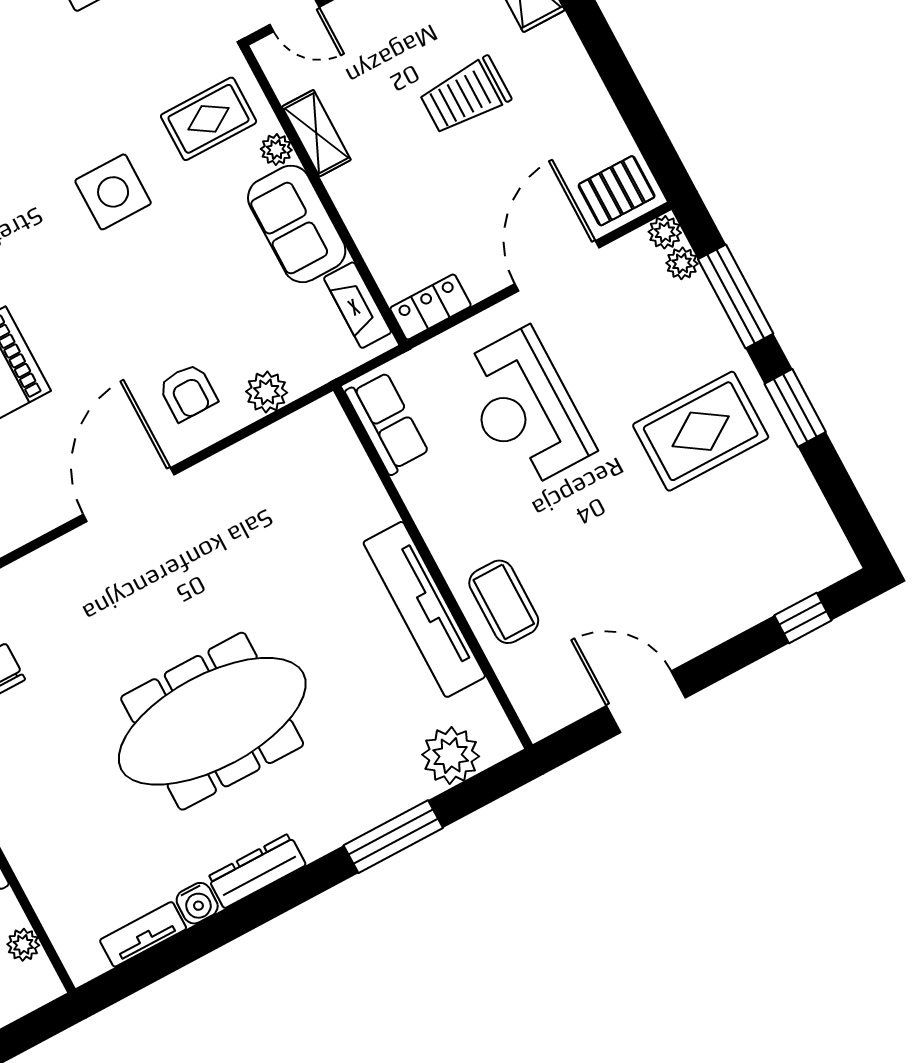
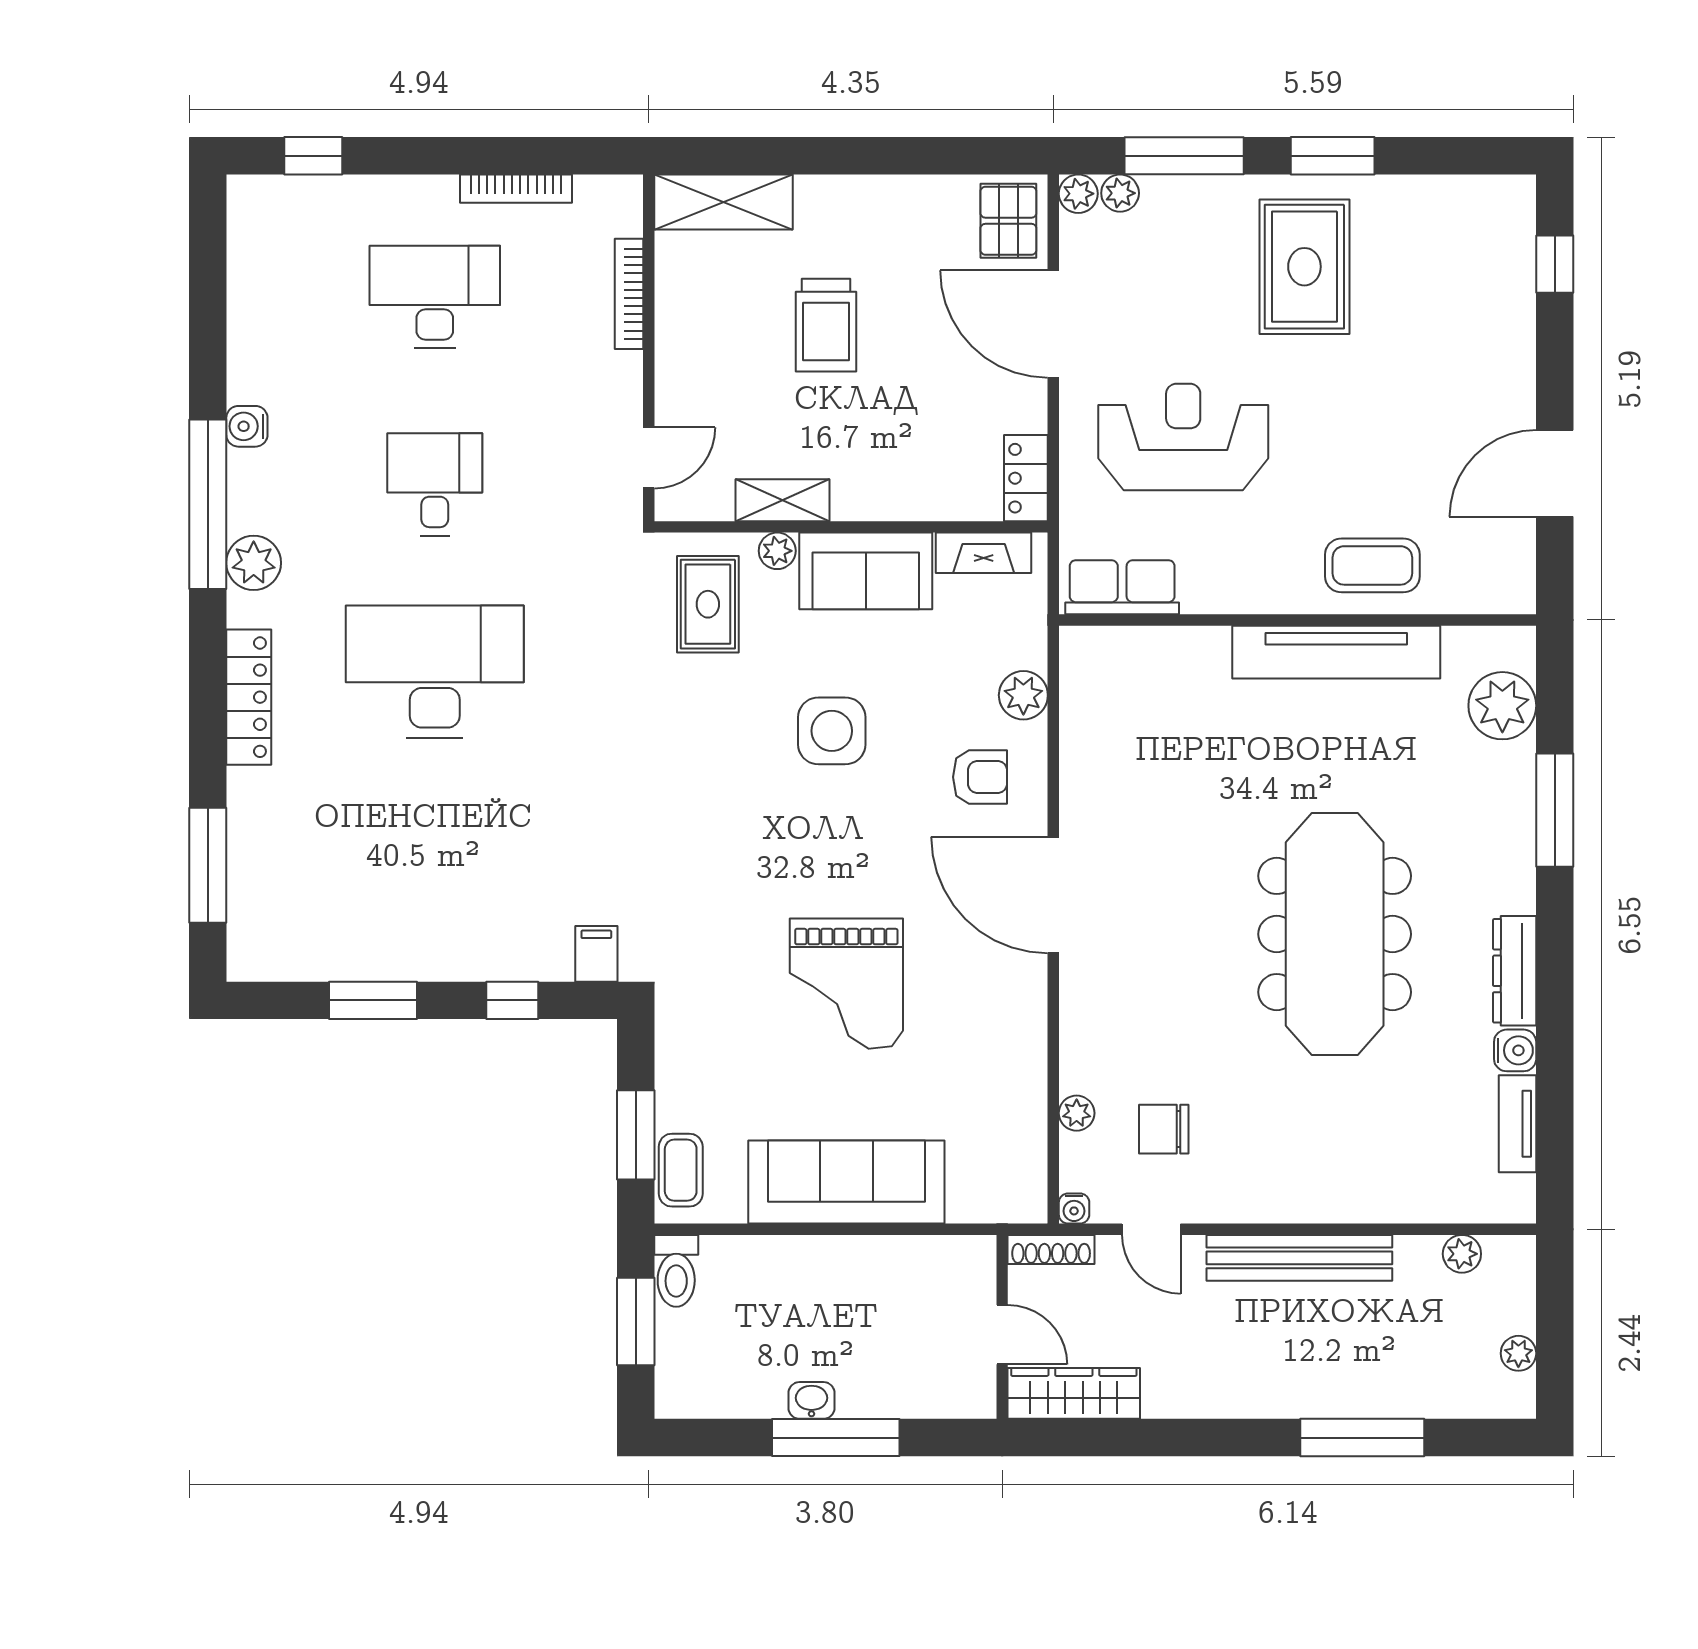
side table: (113, 192) -> (832, 731), moved
reception desk: (524, 409) -> (1183, 437), turned 180

